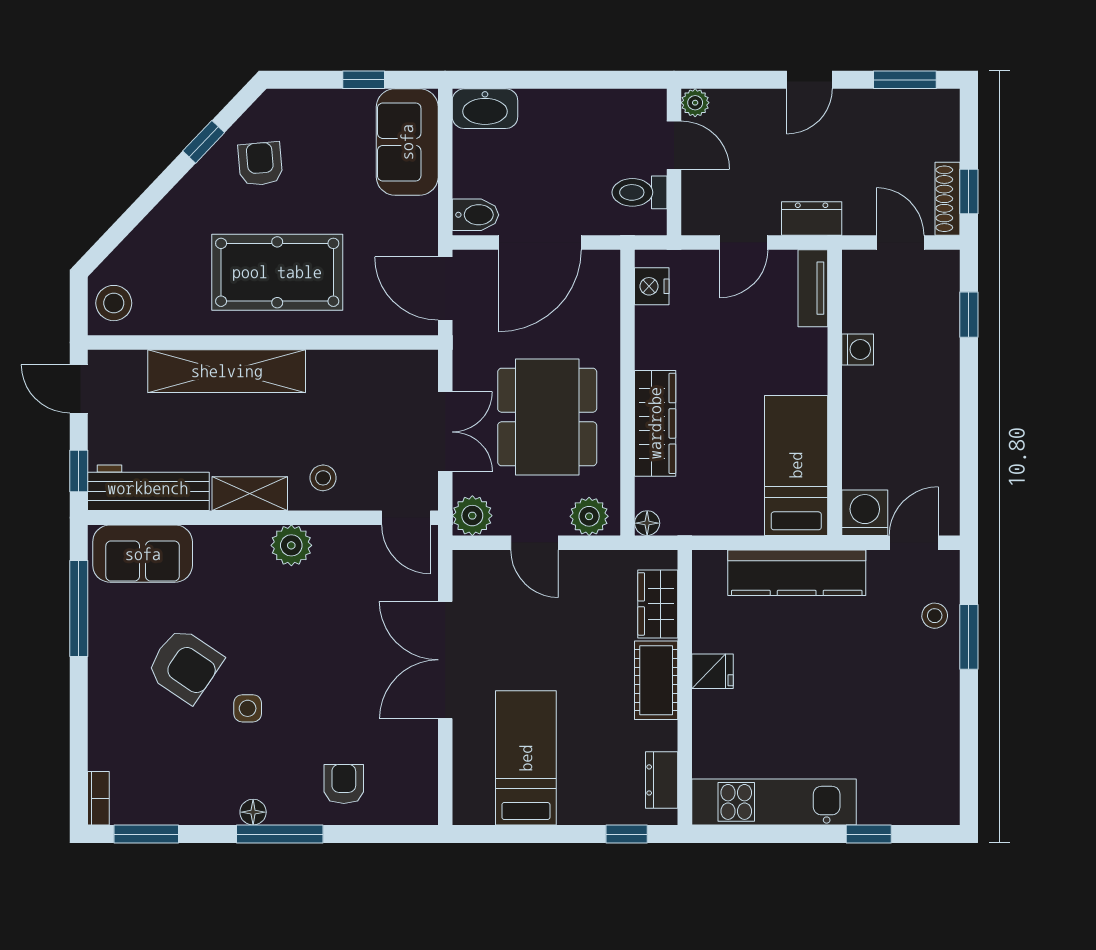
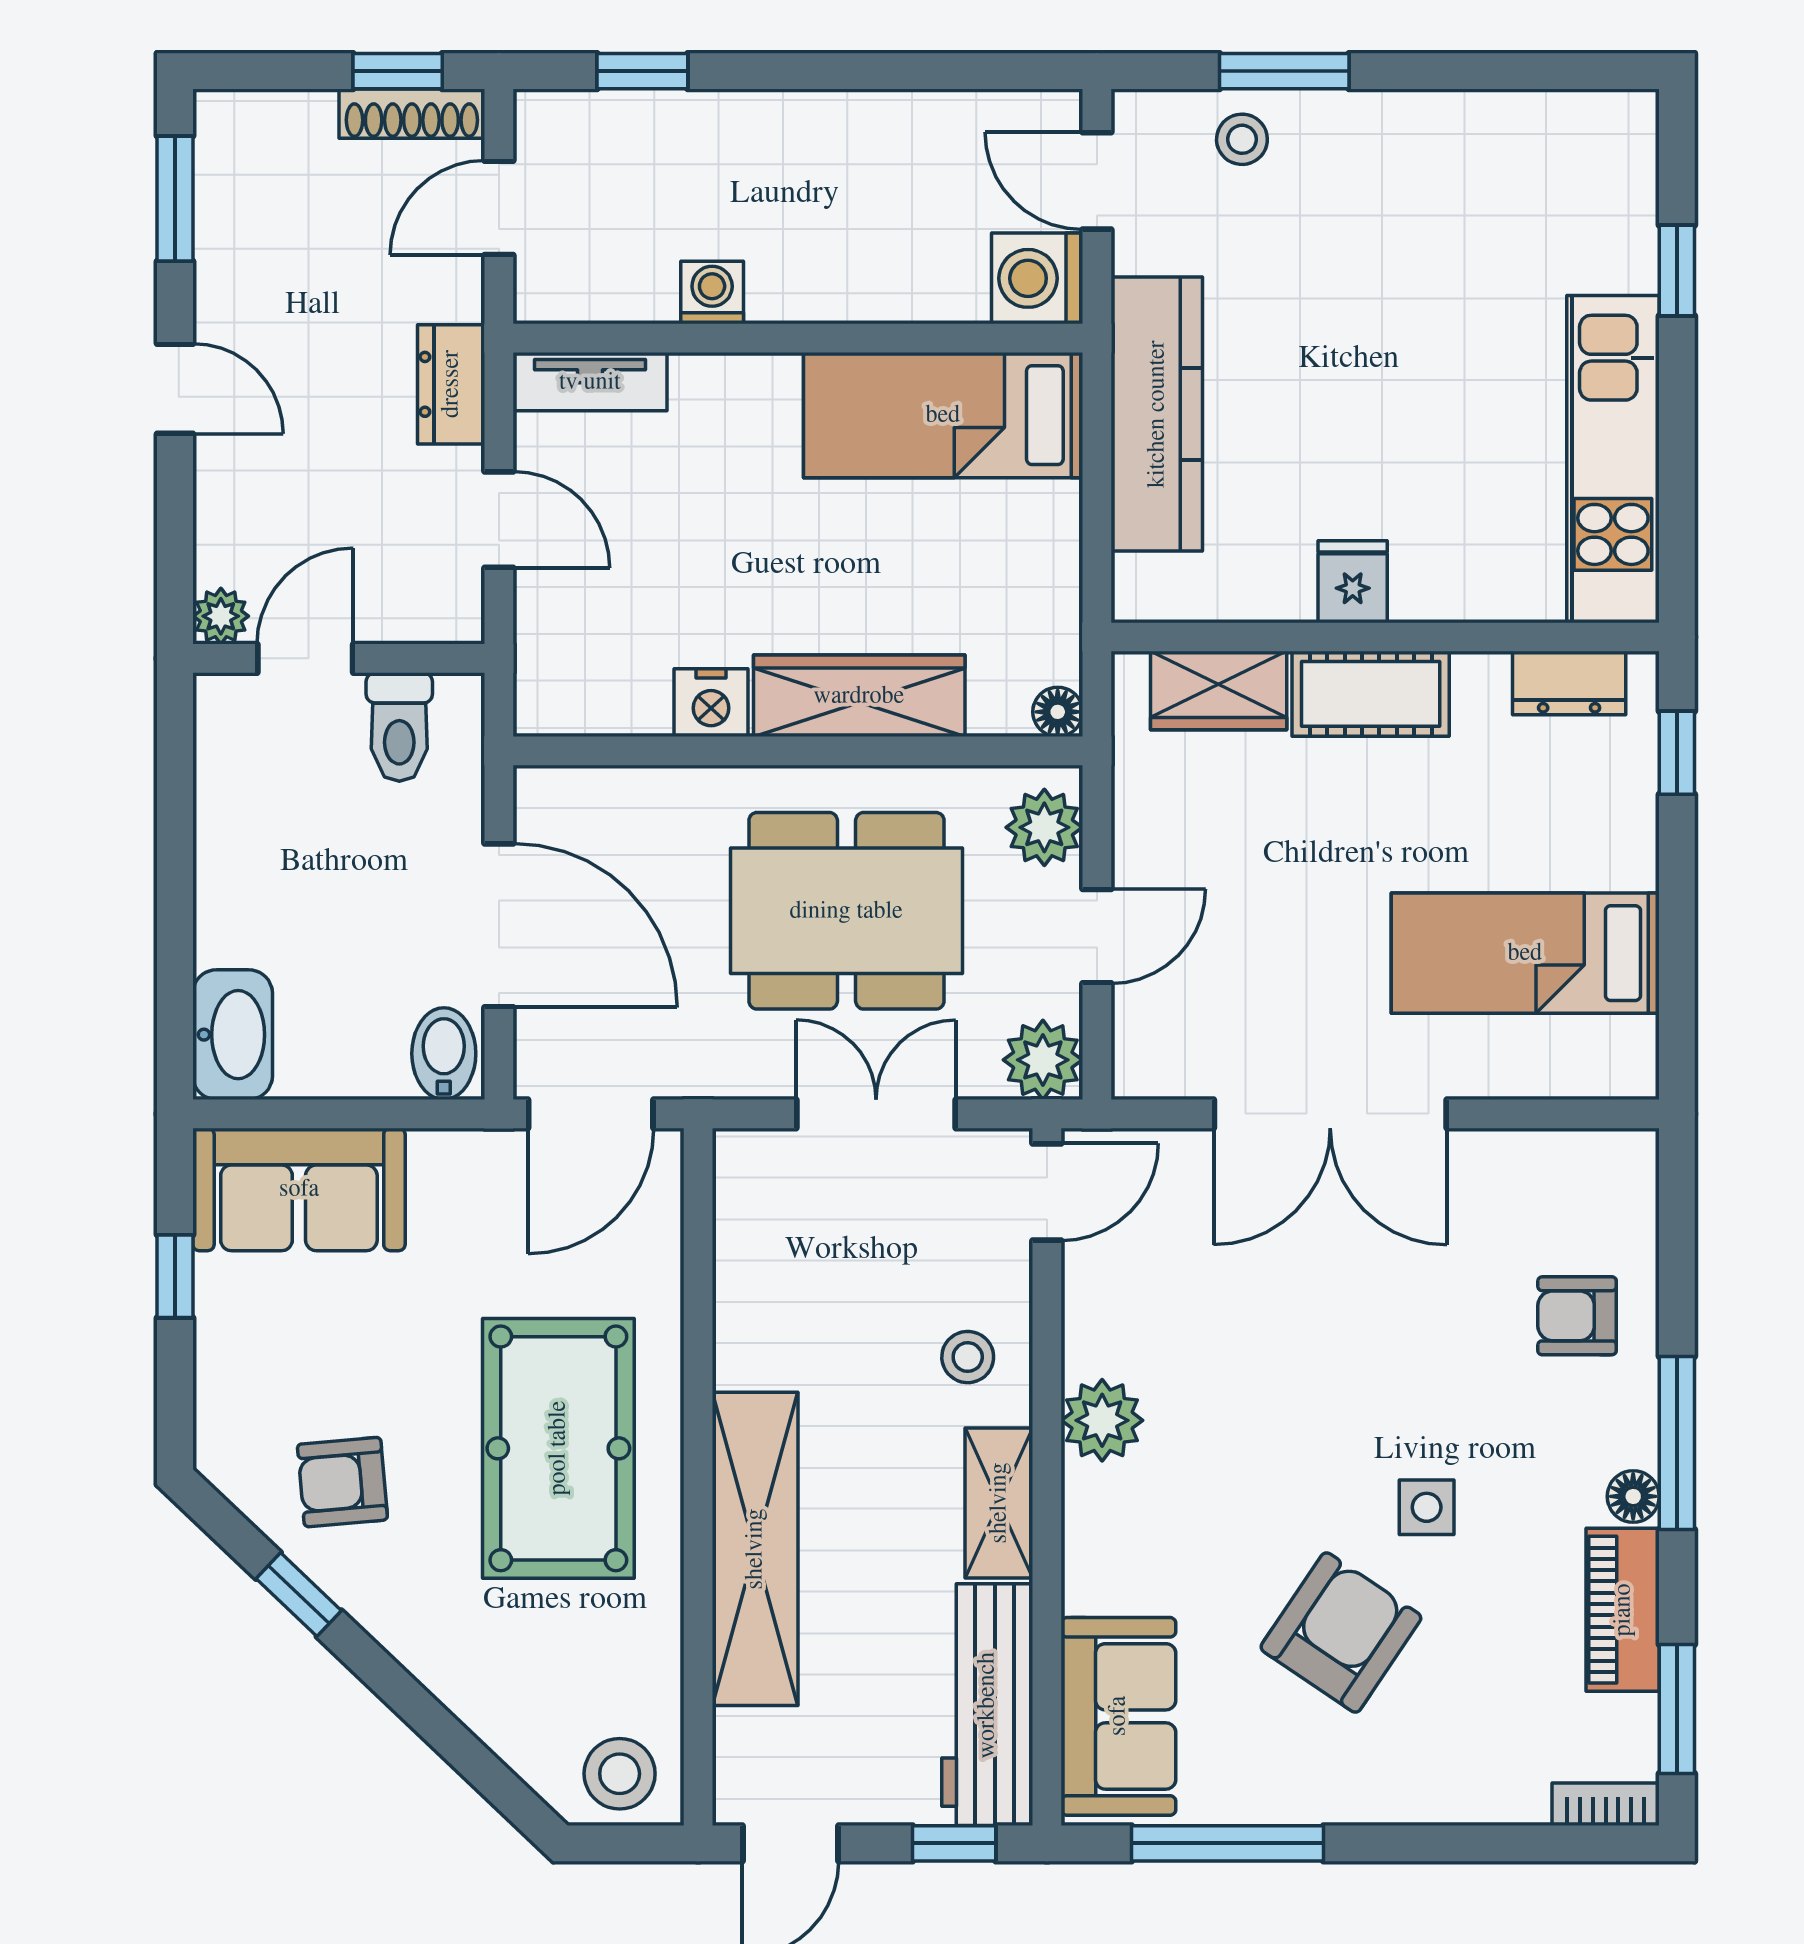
nightstand: (652, 286) -> (711, 703), moved
piano: (196, 807) -> (1623, 1610), added

